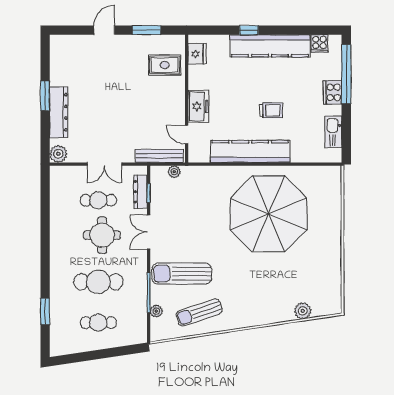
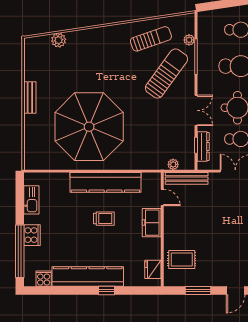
trolley: (271, 110) -> (104, 219), moved, turned 180
bench: (335, 247) -> (30, 97), added
sun lounger: (182, 274) -> (166, 73), turned -54

